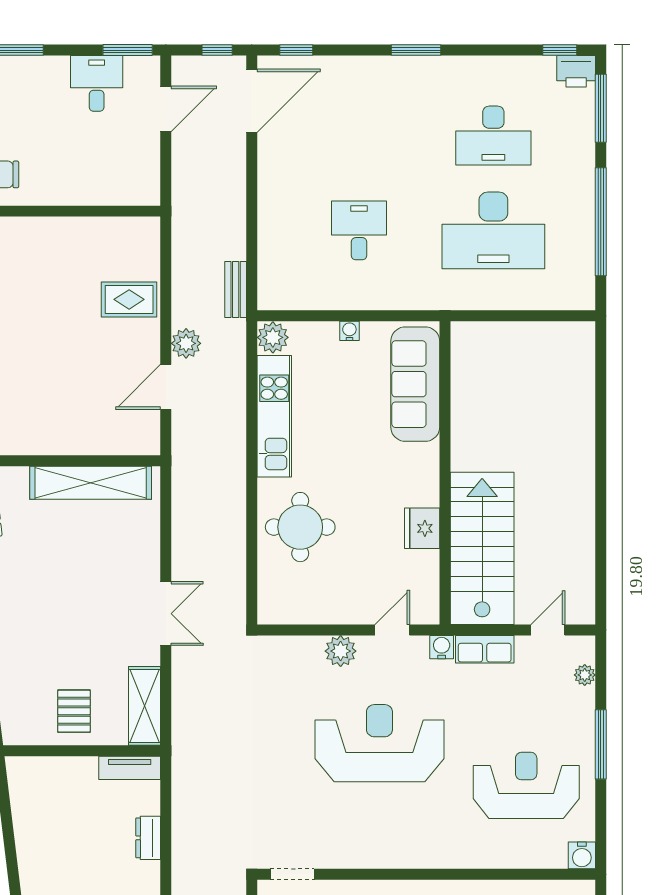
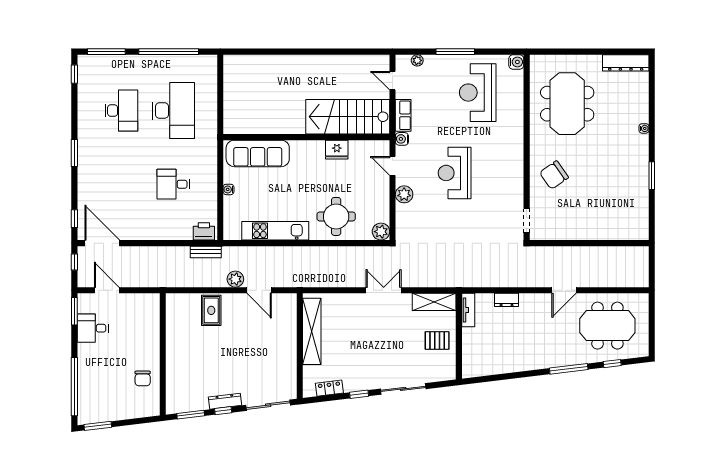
printer: (576, 71) -> (204, 231), moved, turned -90
plant: (273, 337) -> (381, 232), moved
reception desk: (379, 743) -> (455, 173), width x0.74, depth x0.77

